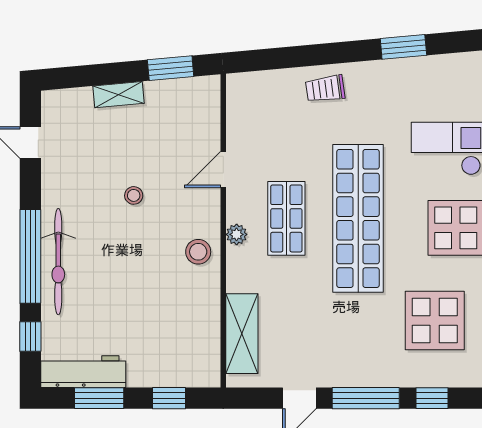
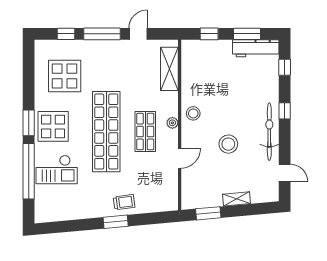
window: (403, 47) -> (116, 222), moved
stool: (134, 195) -> (228, 144), width x1.89, depth x1.89
window: (30, 256) -> (285, 111), width x0.32
bicycle: (58, 262) -> (269, 132), moved

